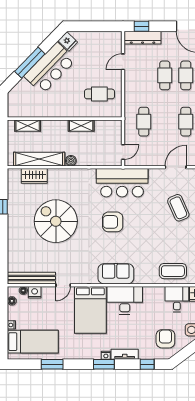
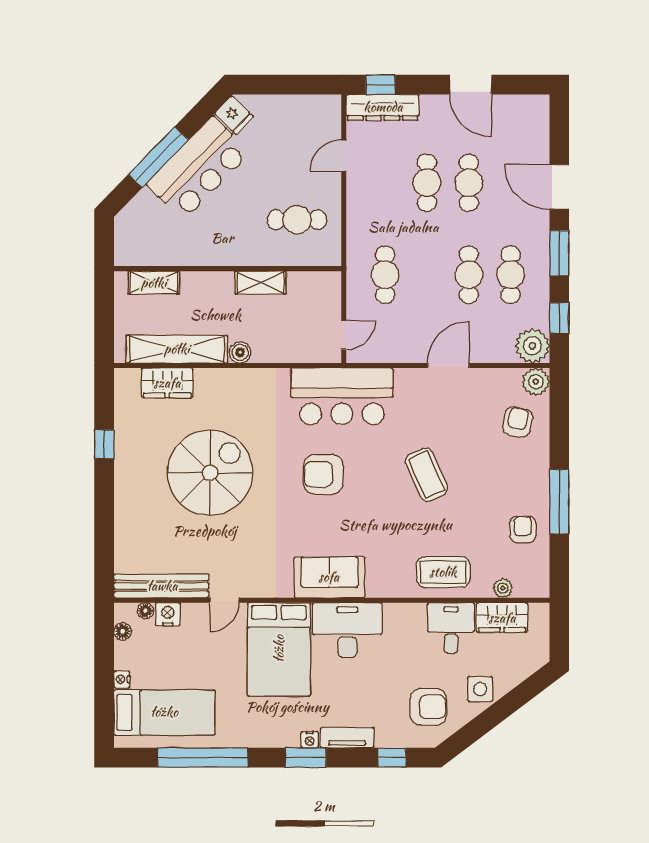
coffee table: (178, 208) -> (426, 475), moved
spiral stairs: (56, 221) -> (210, 473), turned 90
armchair: (165, 339) -> (428, 707), turned 90
window: (52, 364) -> (203, 758), width x2.11

